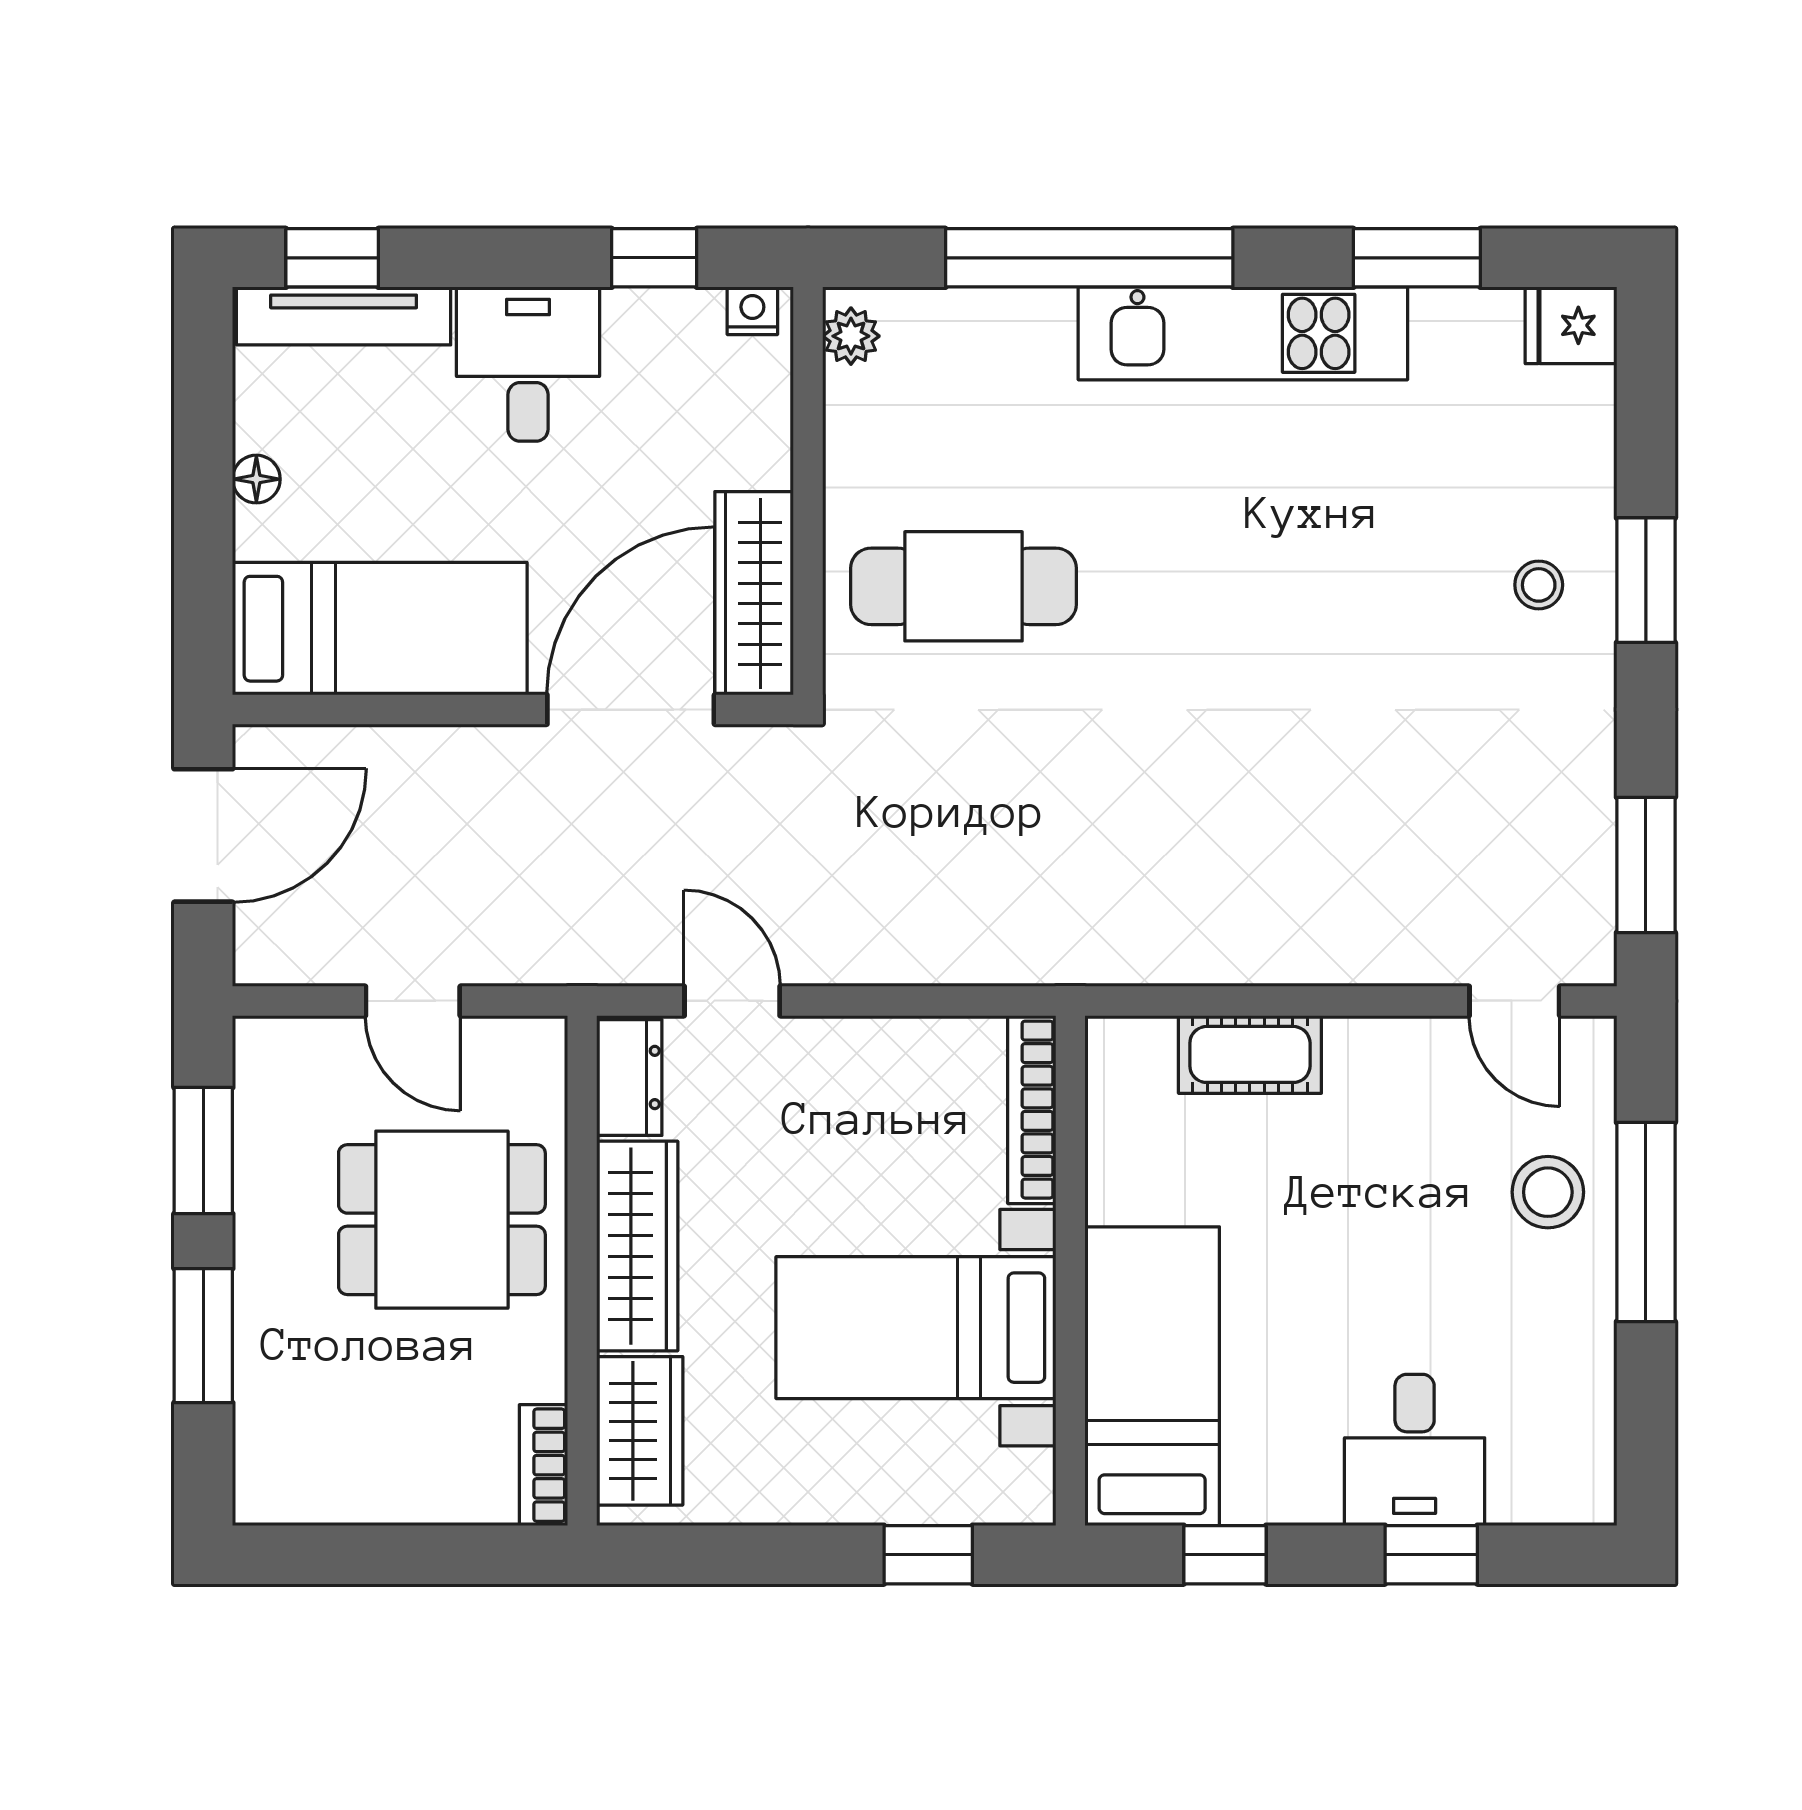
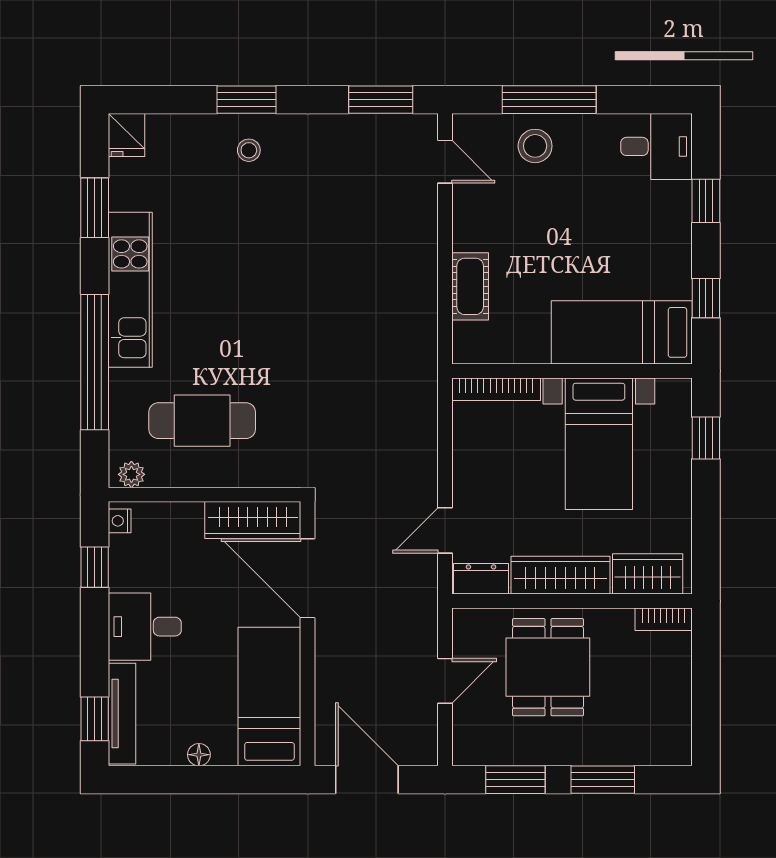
cafe table: (964, 586) -> (202, 421), moved, turned 90
door: (1514, 1001) -> (445, 162), hinge flipped
desk: (1415, 1450) -> (657, 146), moved

